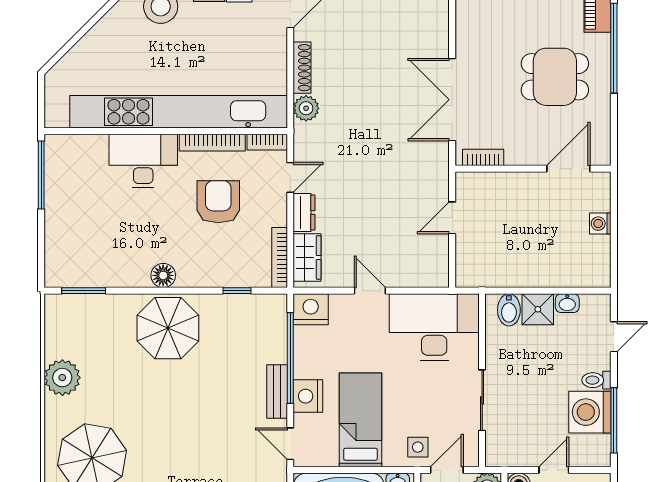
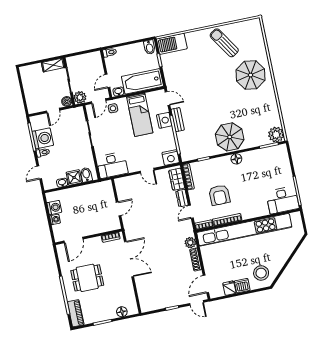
desk: (143, 161) -> (282, 200), moved
washing machine: (596, 251) -> (54, 208), added
desk: (434, 327) -> (112, 165), width x0.73, depth x0.77
plant: (62, 378) -> (276, 135), moved

